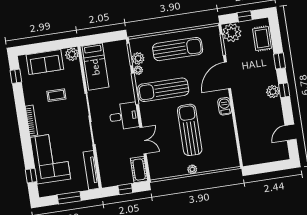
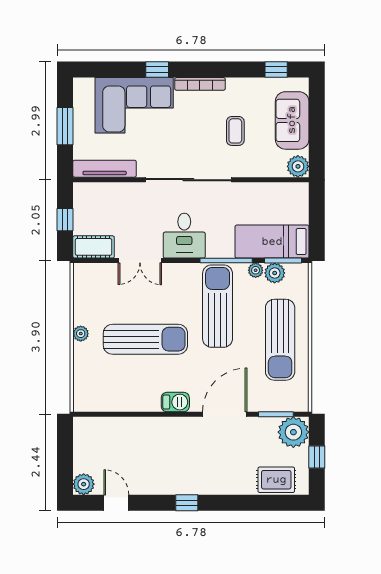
window: (280, 61) -> (235, 503), removed
bed: (95, 67) -> (272, 242), moved
door: (227, 75) -> (225, 414), hinge flipped
plant: (273, 92) -> (84, 484), moved
window: (31, 176) -> (157, 70), moved

